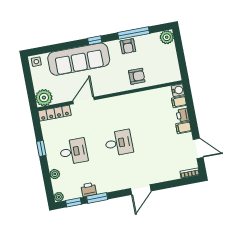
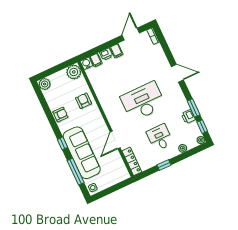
window: (134, 33) -> (76, 172), moved
plant: (44, 98) -> (74, 72), moved
door: (84, 100) -> (115, 140), hinge flipped
desk: (119, 143) -> (143, 102), width x1.87, depth x1.30

